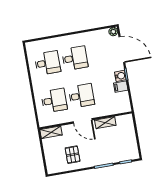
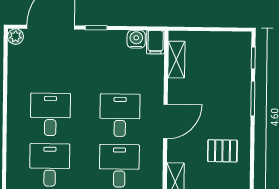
water cooler: (120, 76) -> (136, 39), moved
filing cabinet: (121, 87) -> (156, 42), moved
shelving: (105, 123) -> (176, 60), moved

